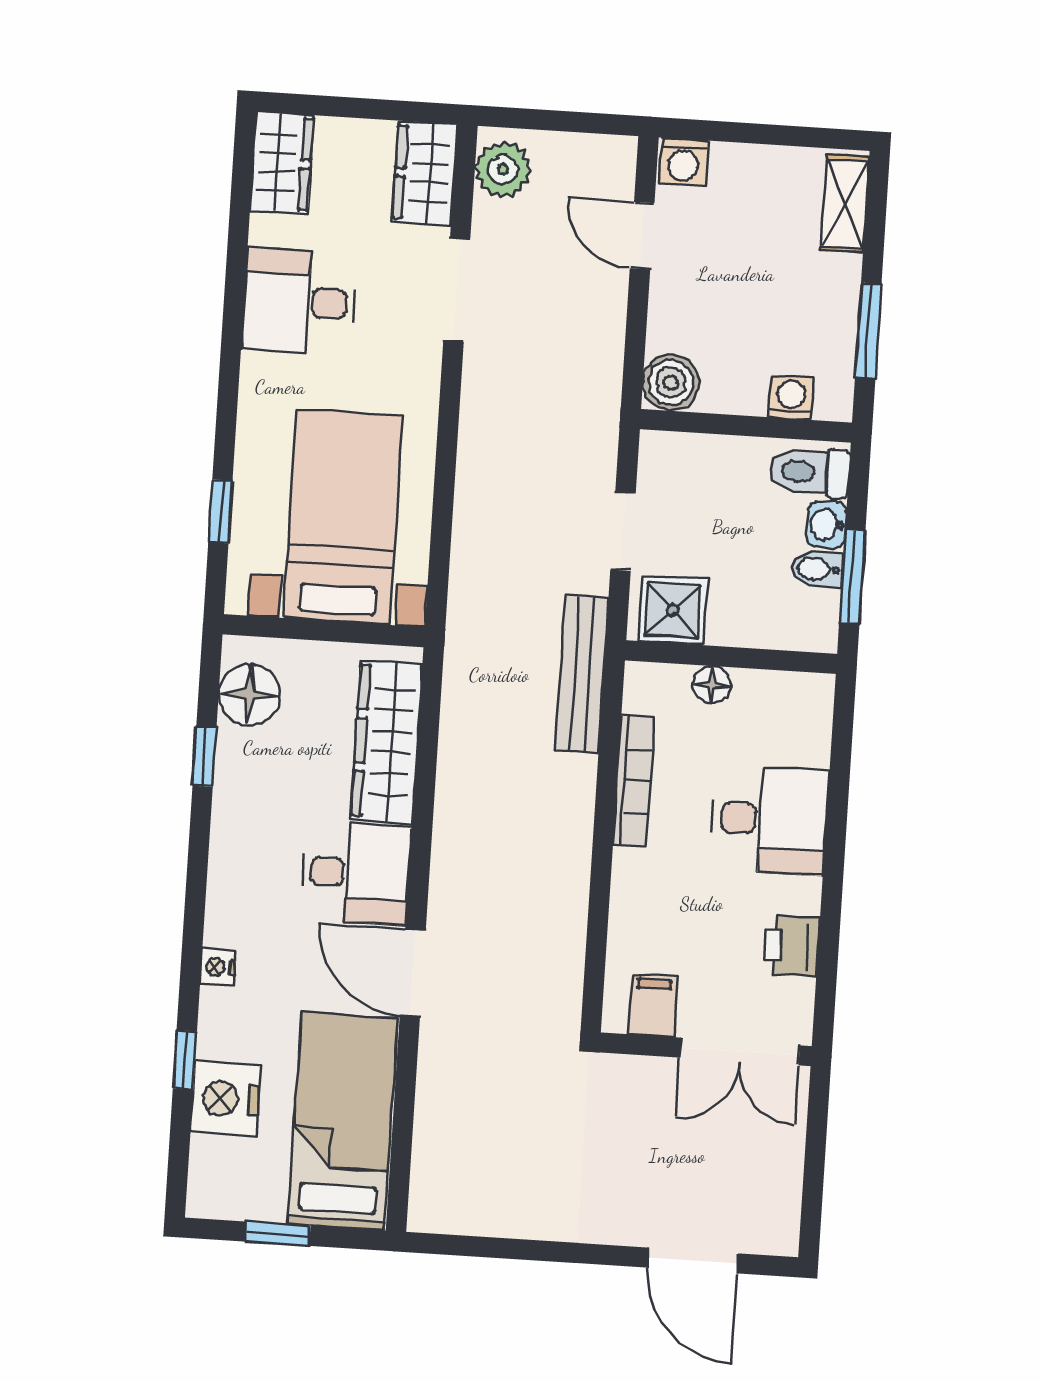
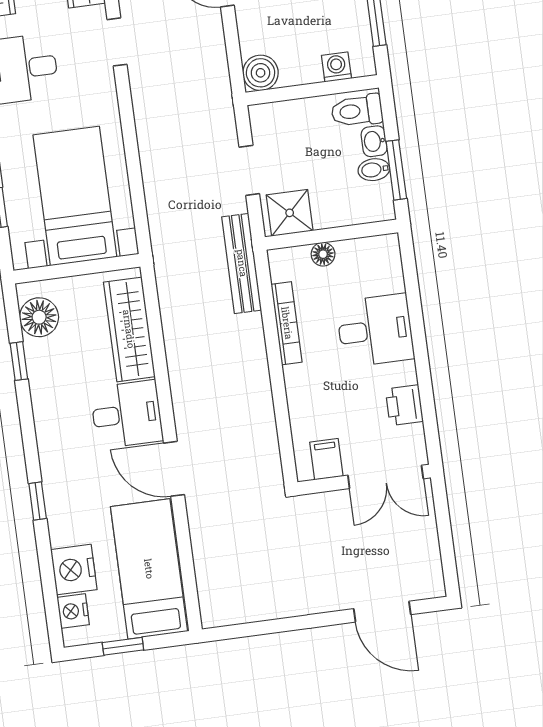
doorway: (457, 290) -> (117, 42), width x0.73
nightstand: (218, 967) -> (73, 611), moved, width x1.39, depth x1.35
window: (185, 1060) -> (38, 501), moved

